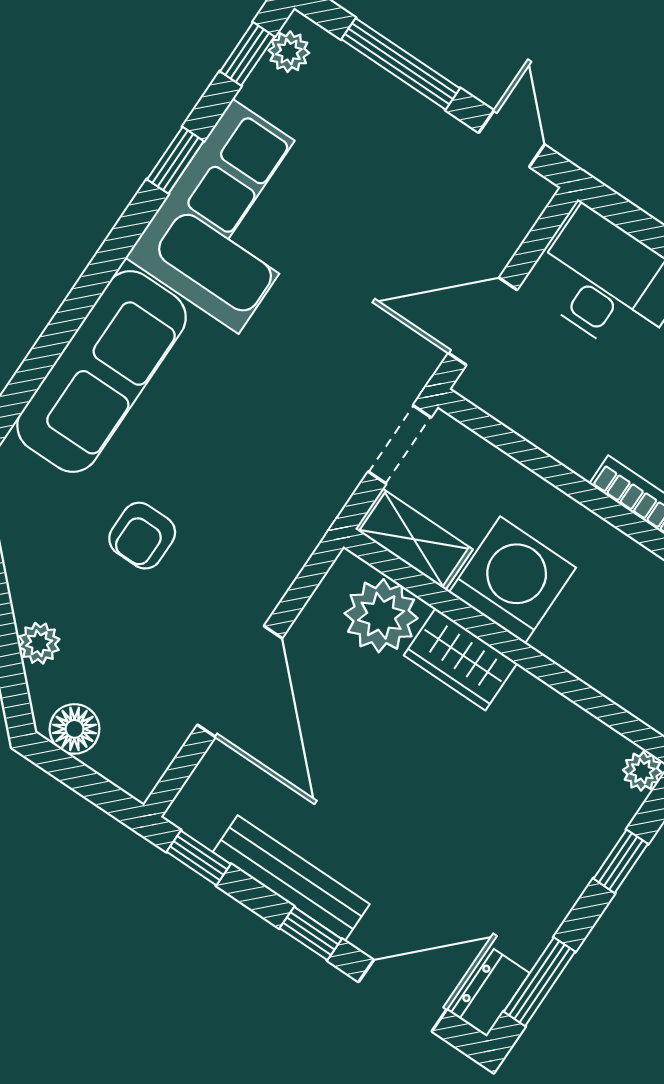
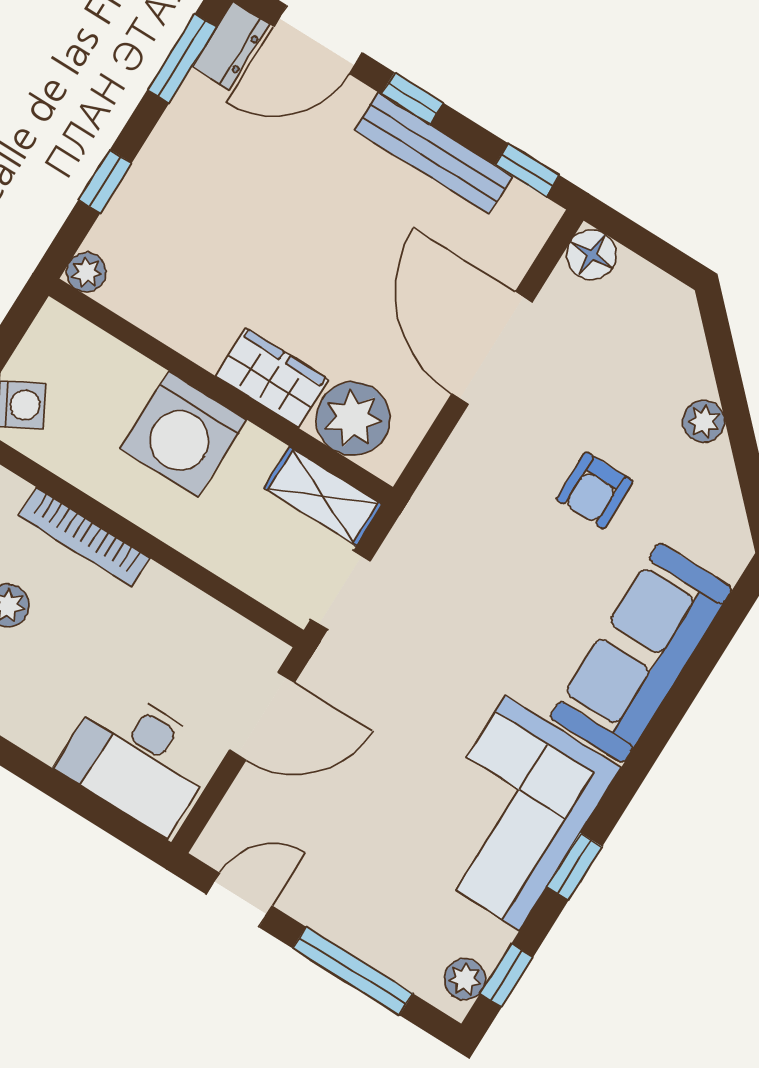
door: (512, 139) -> (239, 900), swing flipped
armchair: (142, 536) -> (595, 490), turned 180
washing machine: (513, 580) -> (183, 434), moved
plant: (39, 643) -> (704, 421), moved
floor lamp: (74, 729) -> (592, 255), moved

